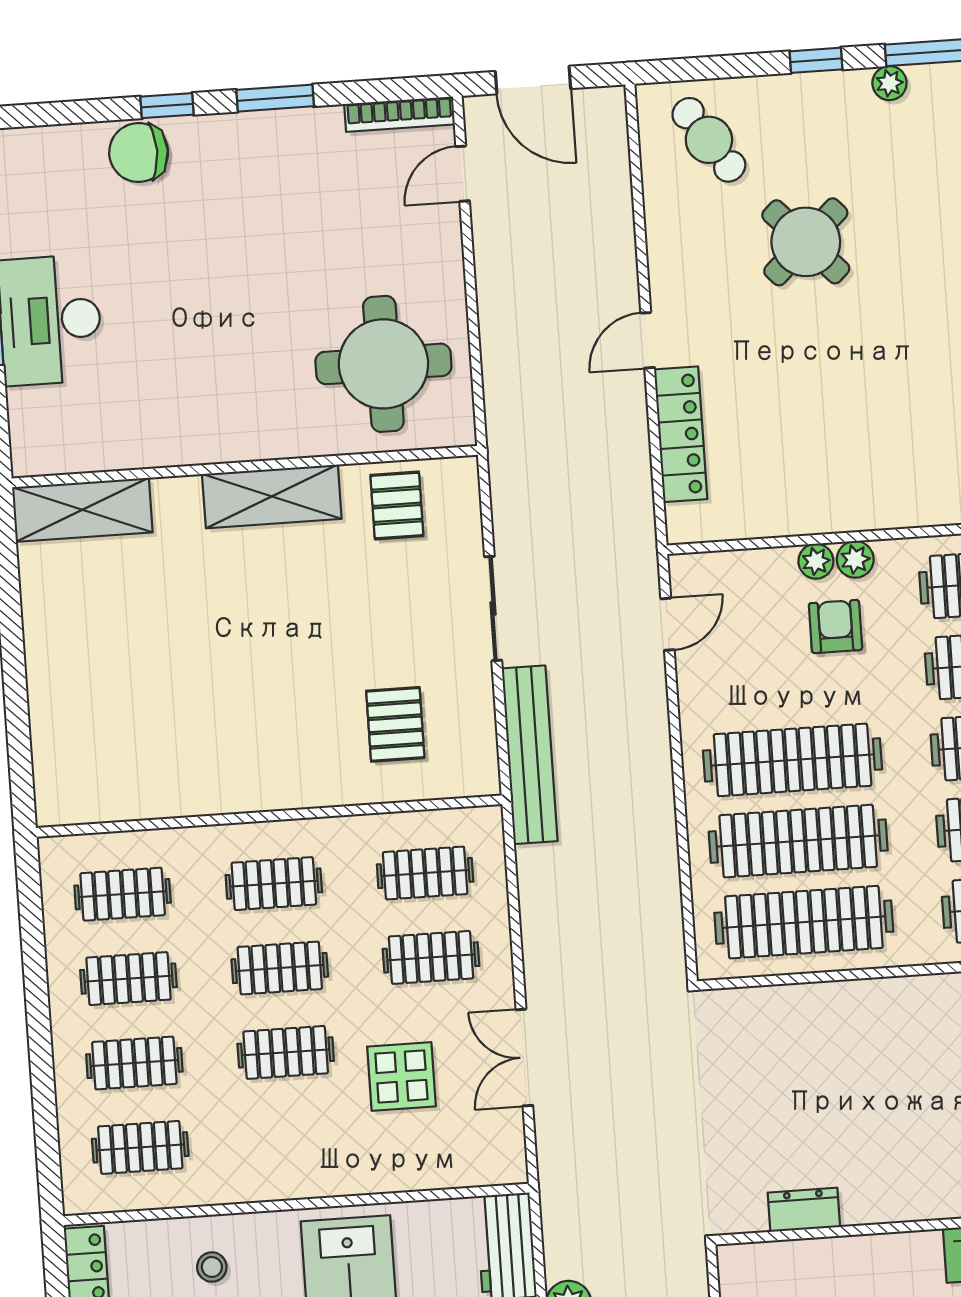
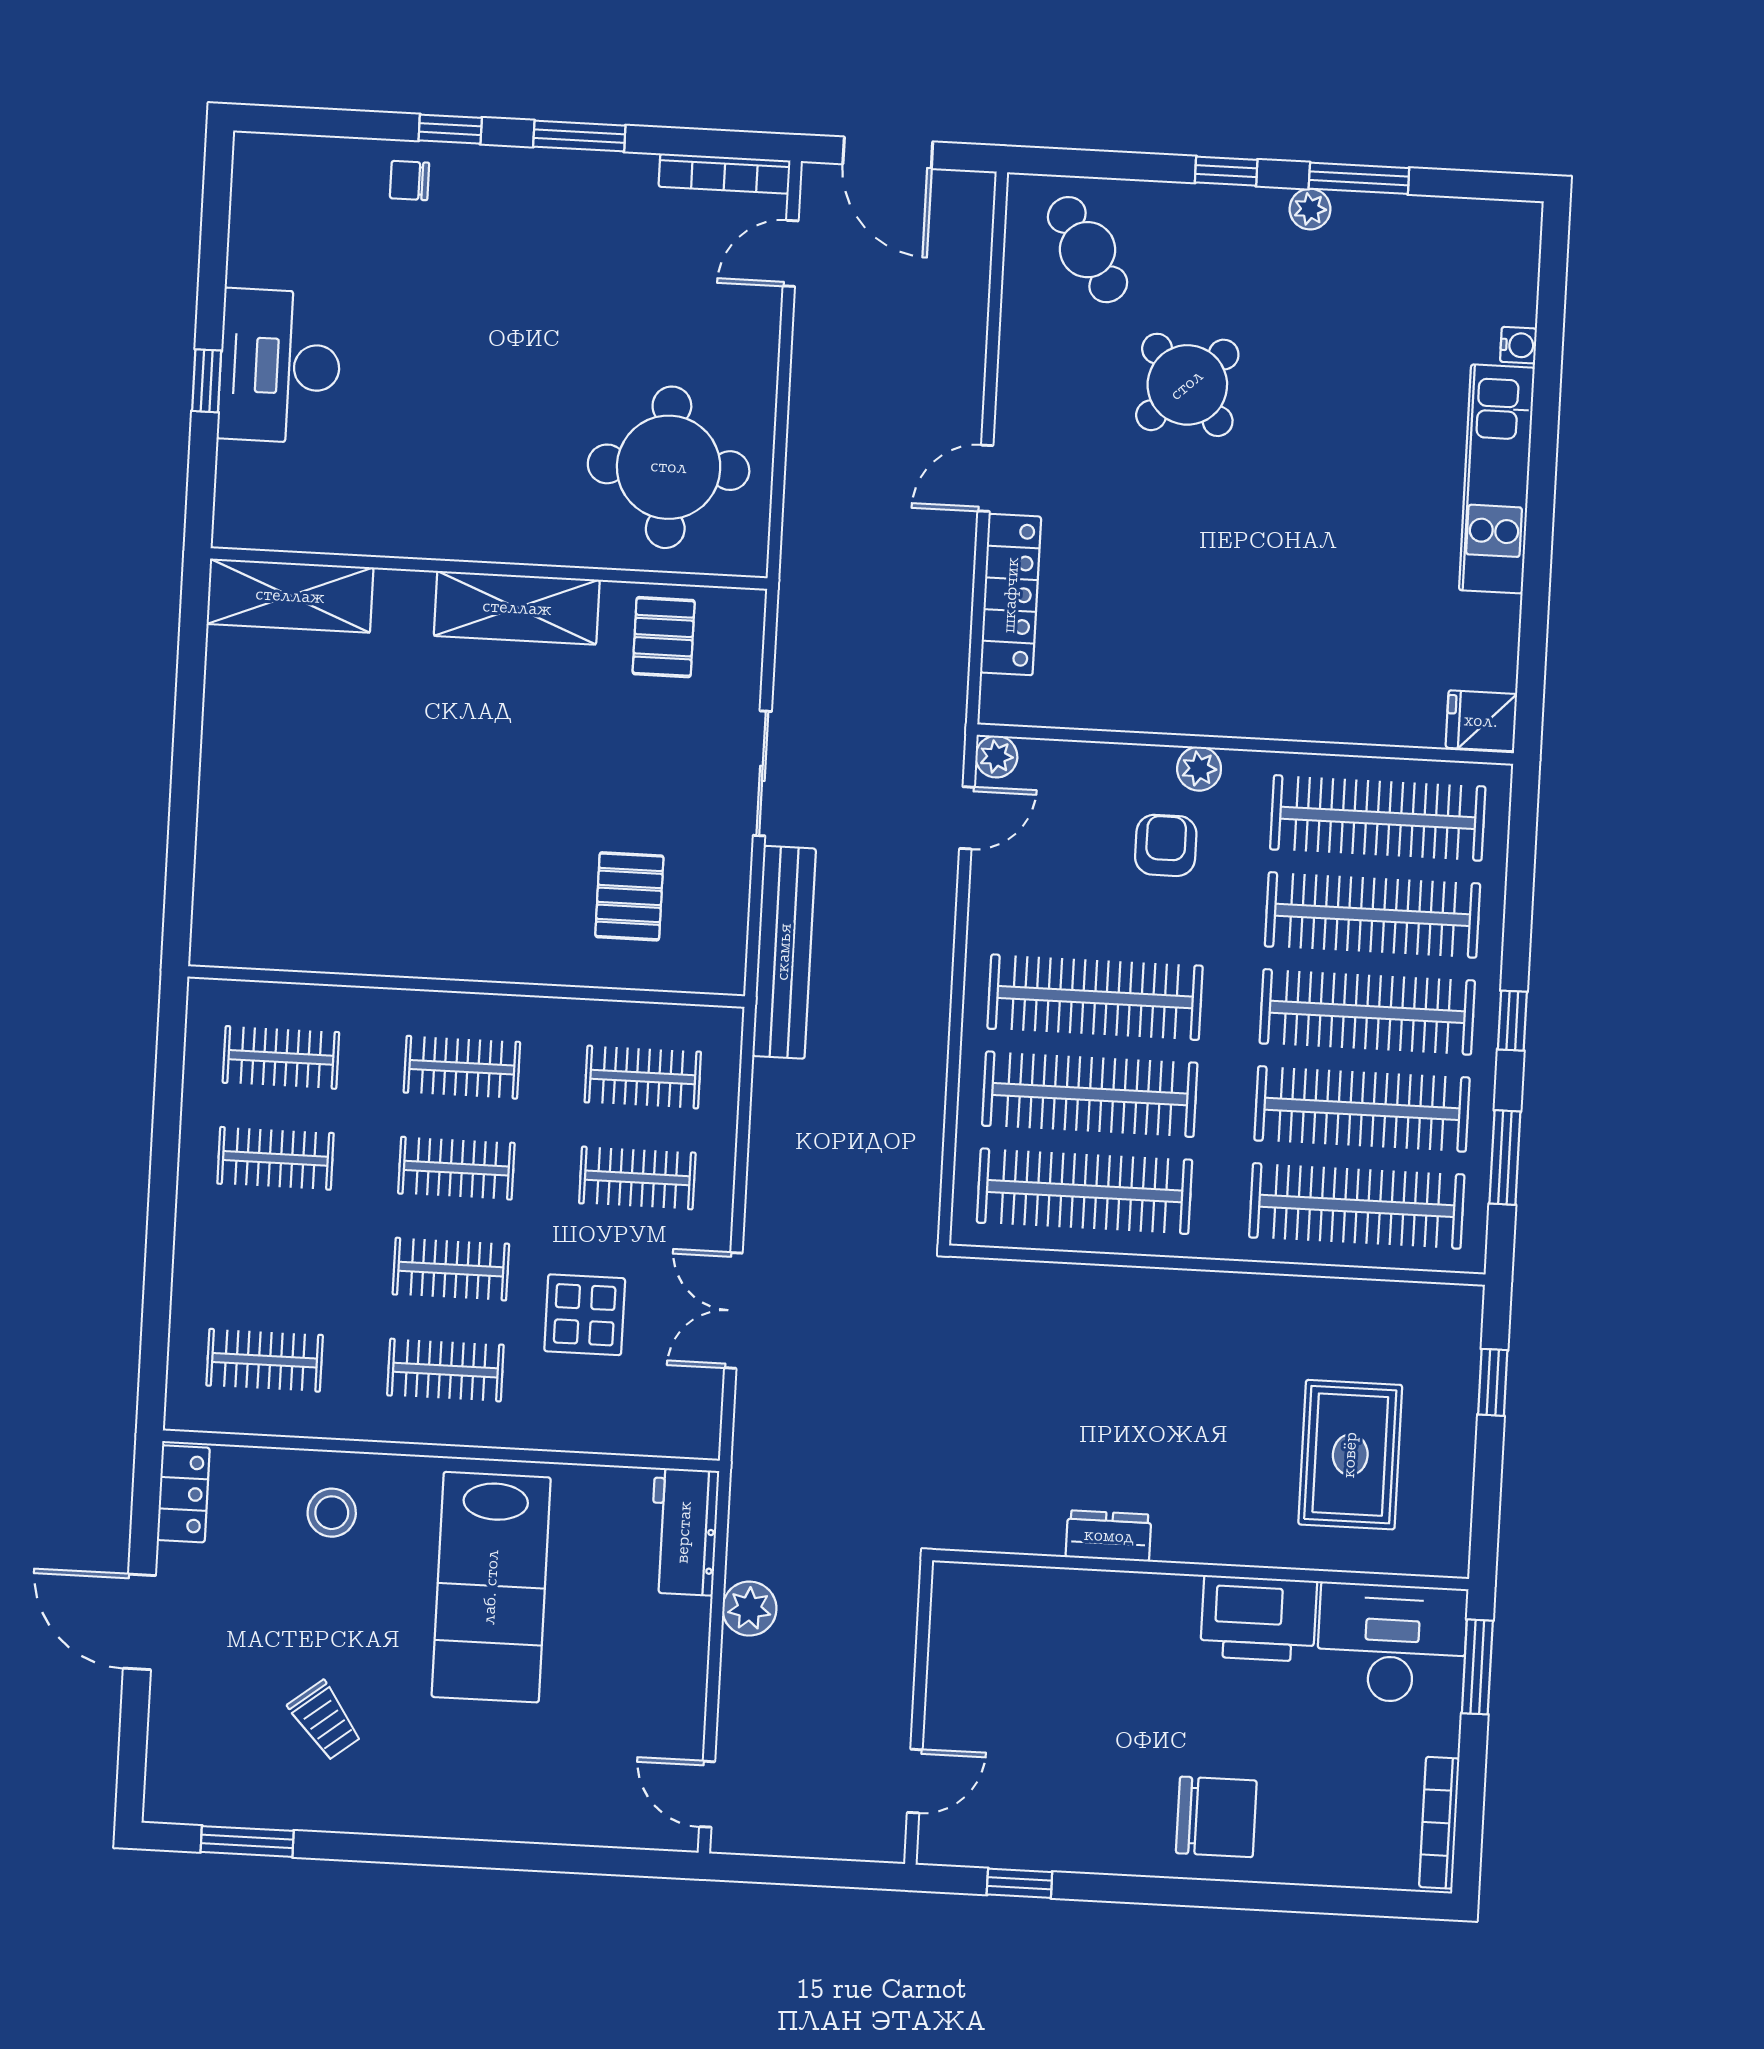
chair: (139, 153) -> (409, 181), width x0.54, depth x0.54
plant: (816, 561) -> (996, 757), moved
clothes rail: (134, 1063) -> (445, 1370), moved
dresser: (804, 1210) -> (1109, 1536), moved
stool: (212, 1267) -> (332, 1513), width x1.37, depth x1.37

